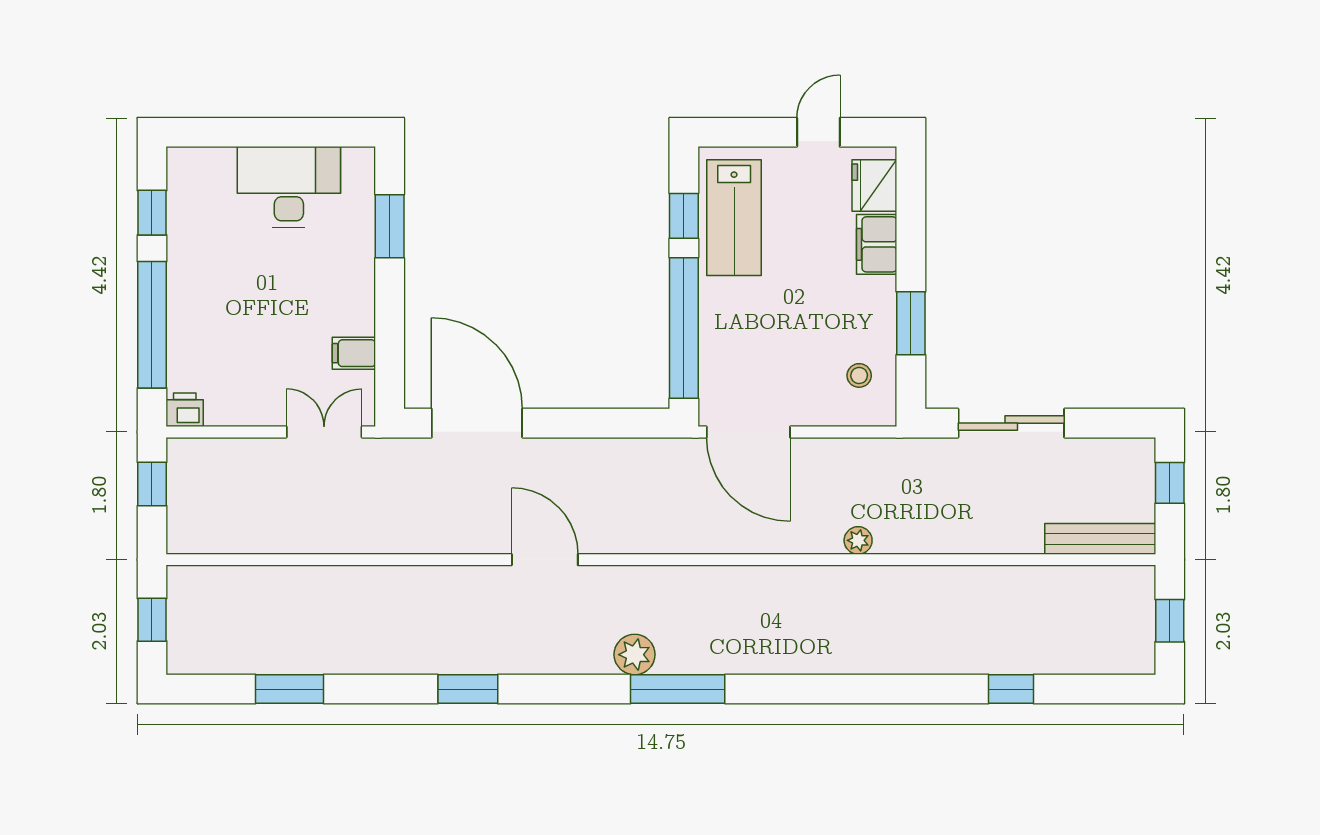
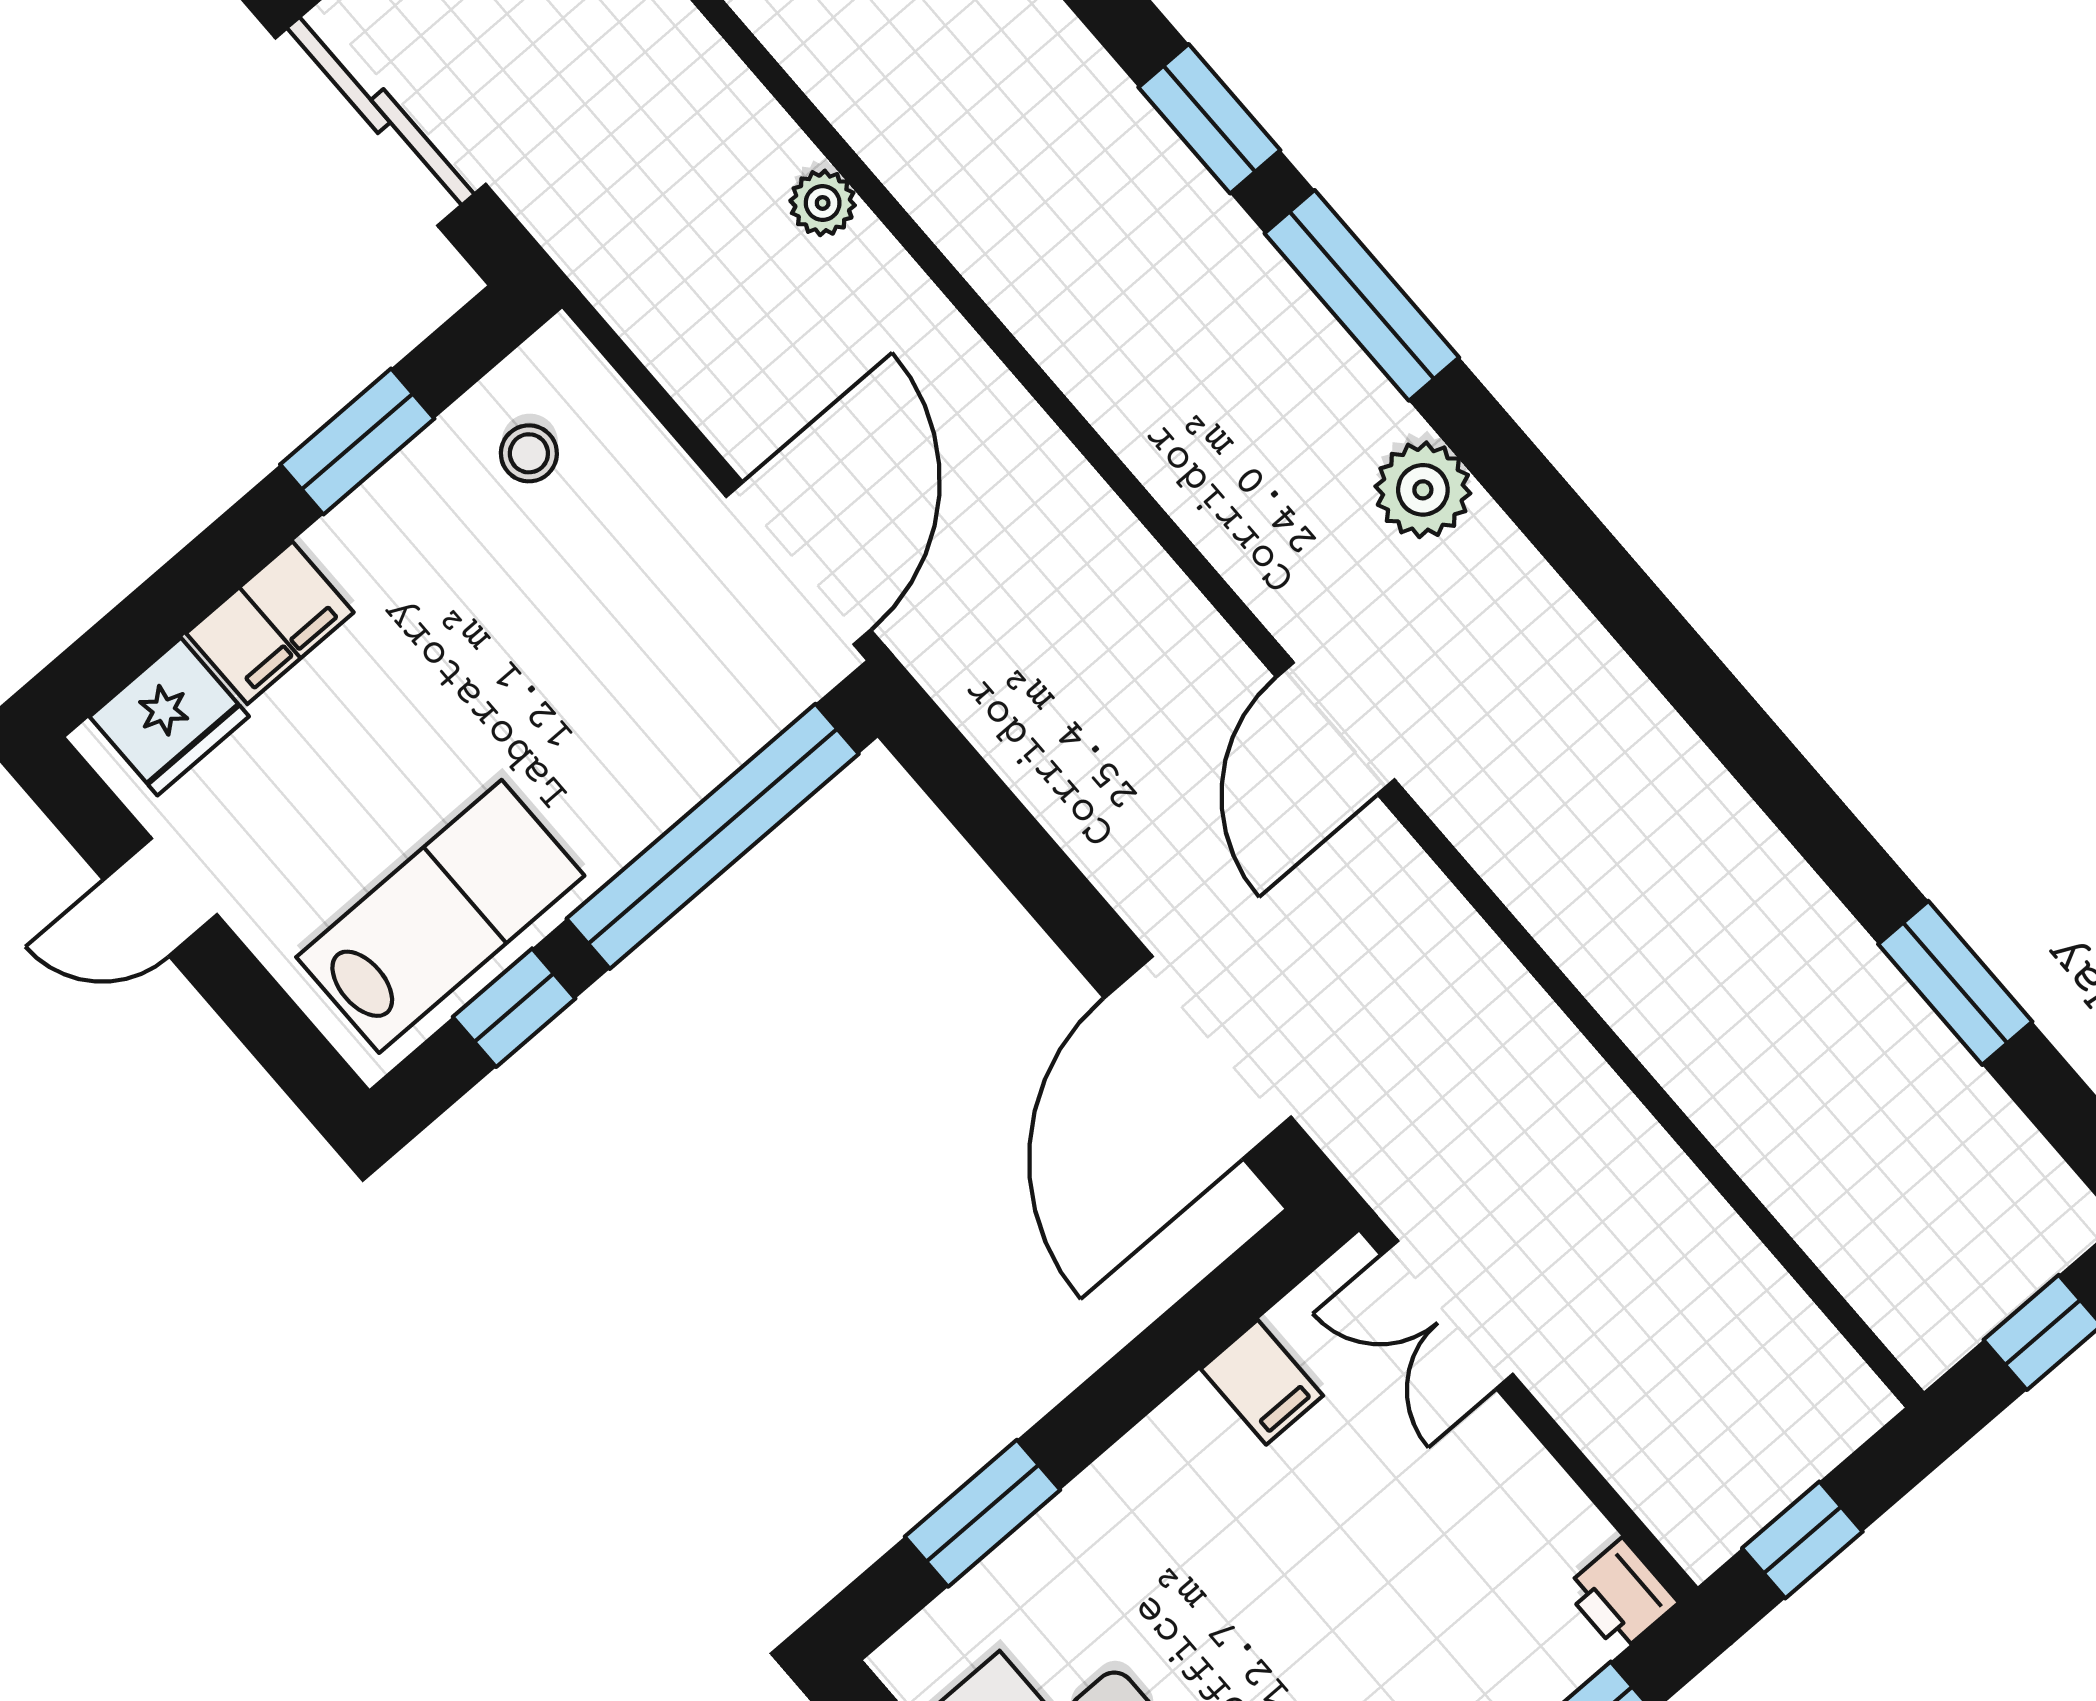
plant: (635, 655) -> (1423, 490), moved
window: (468, 689) -> (1209, 119), moved

